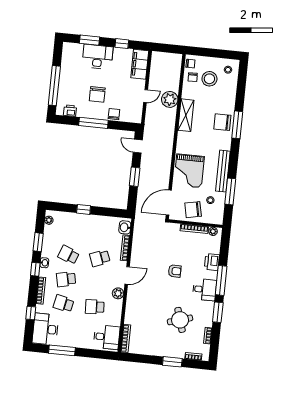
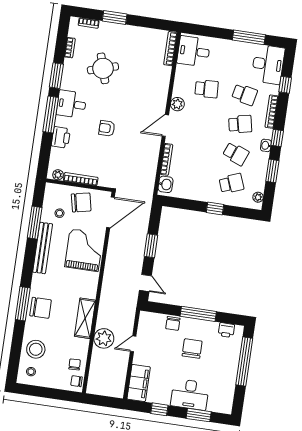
stool: (209, 79) -> (36, 349), moved
school desk: (100, 258) -> (231, 183), moved

